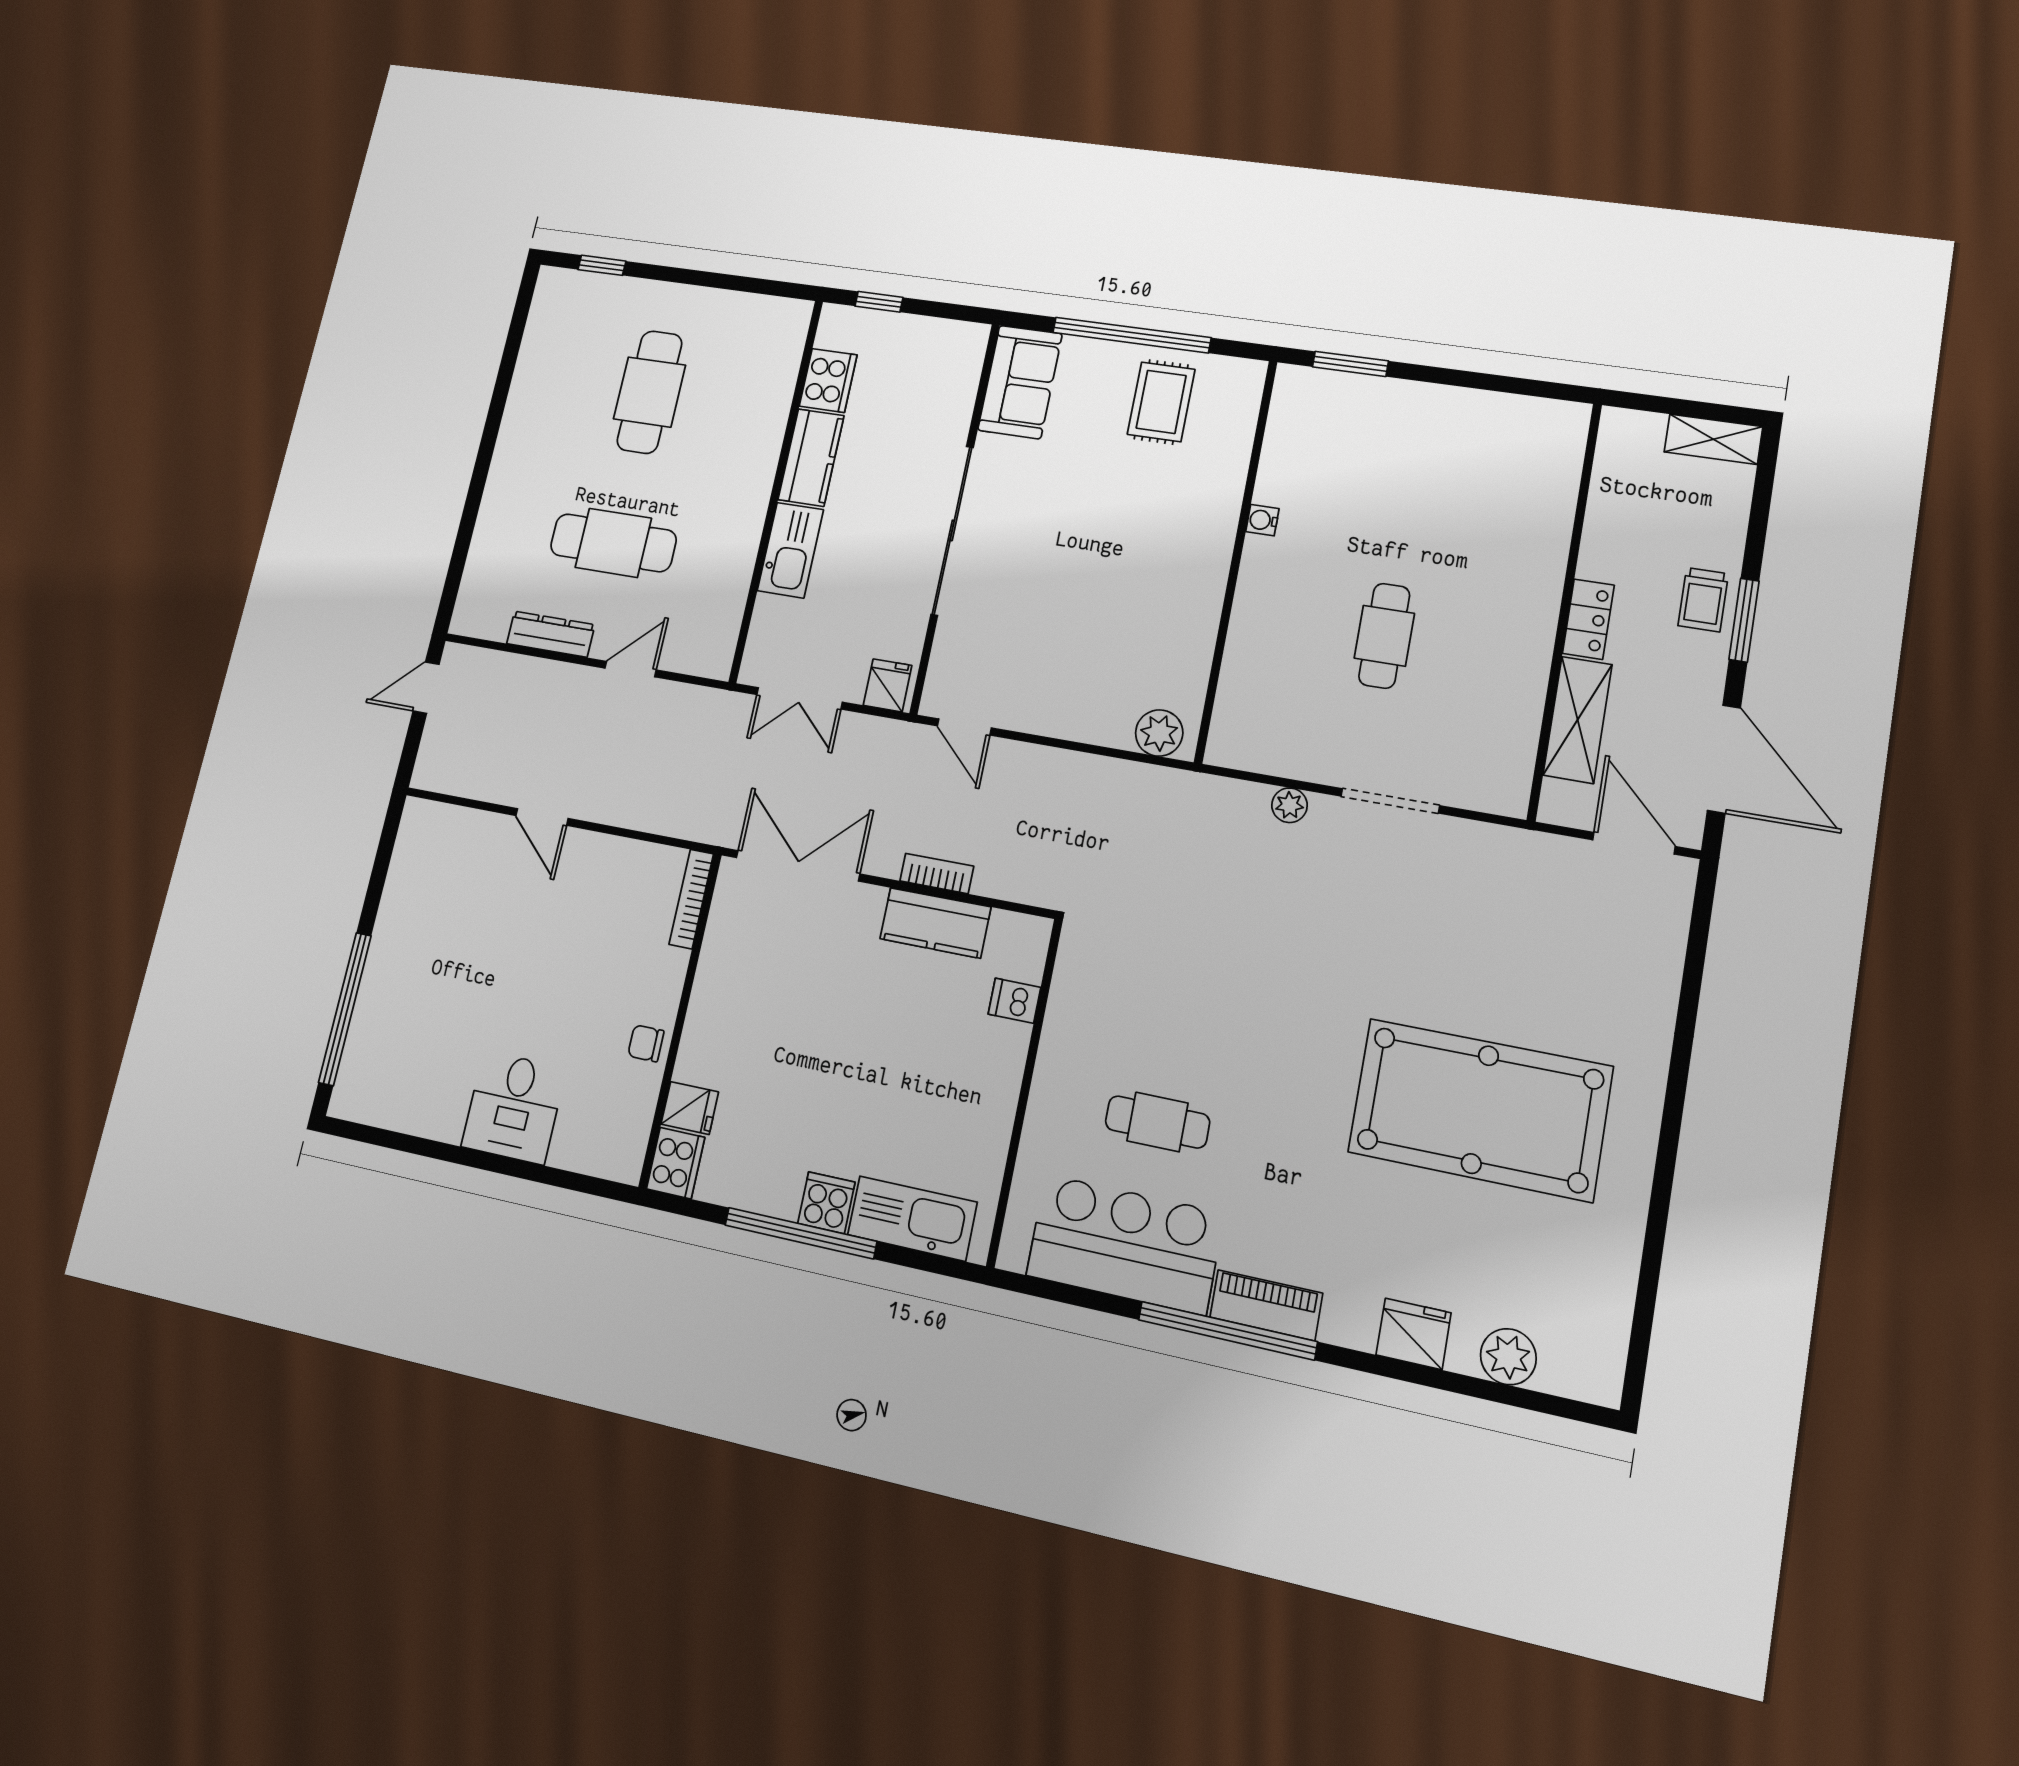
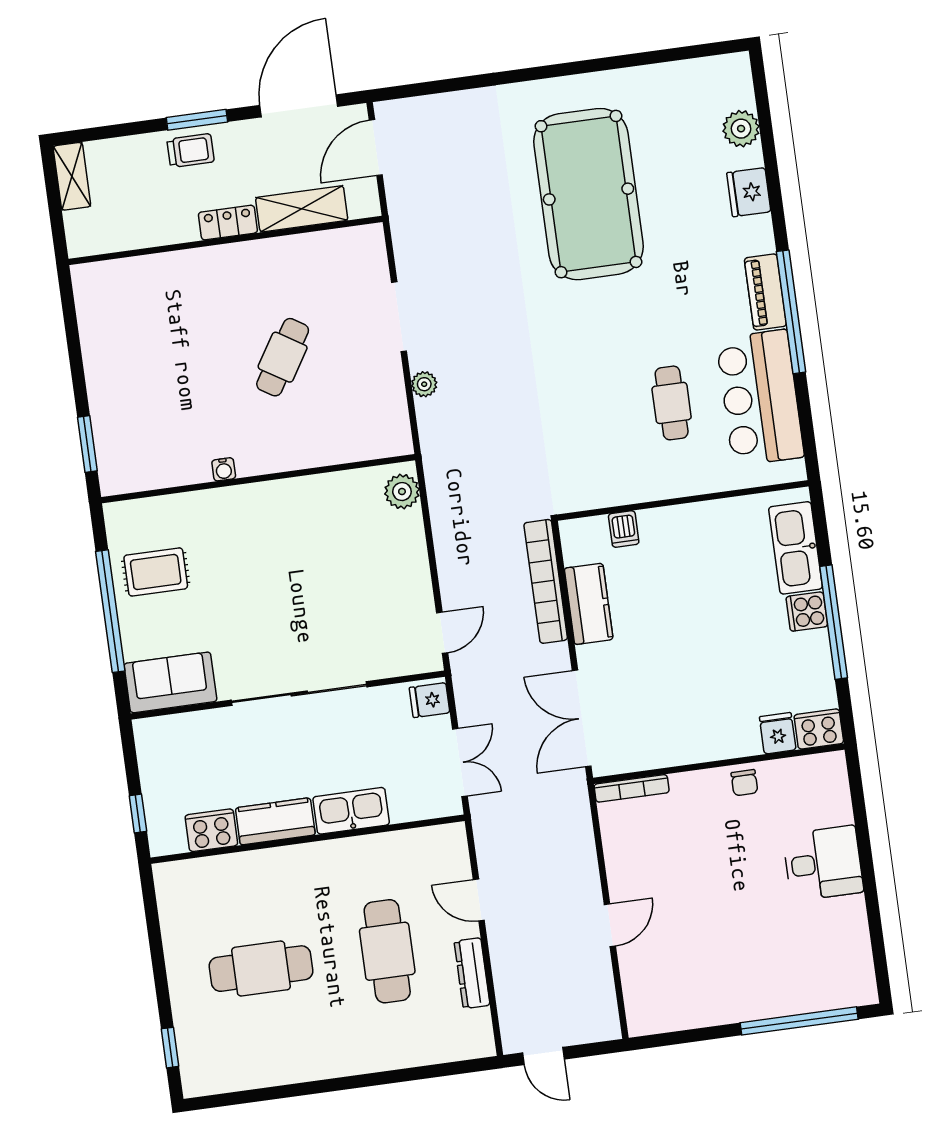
cafe table: (1384, 636) -> (283, 357), turned -58
bookcase: (937, 874) -> (546, 581), width x2.31, depth x1.31

